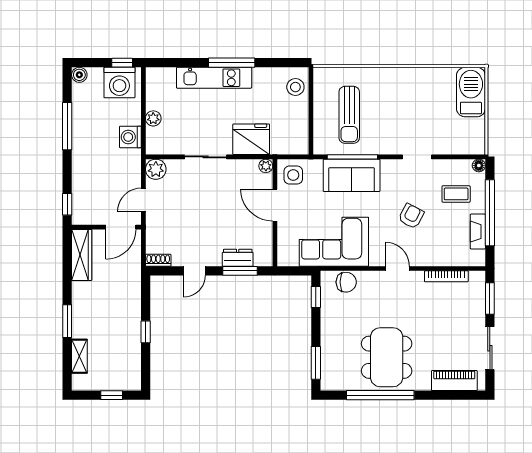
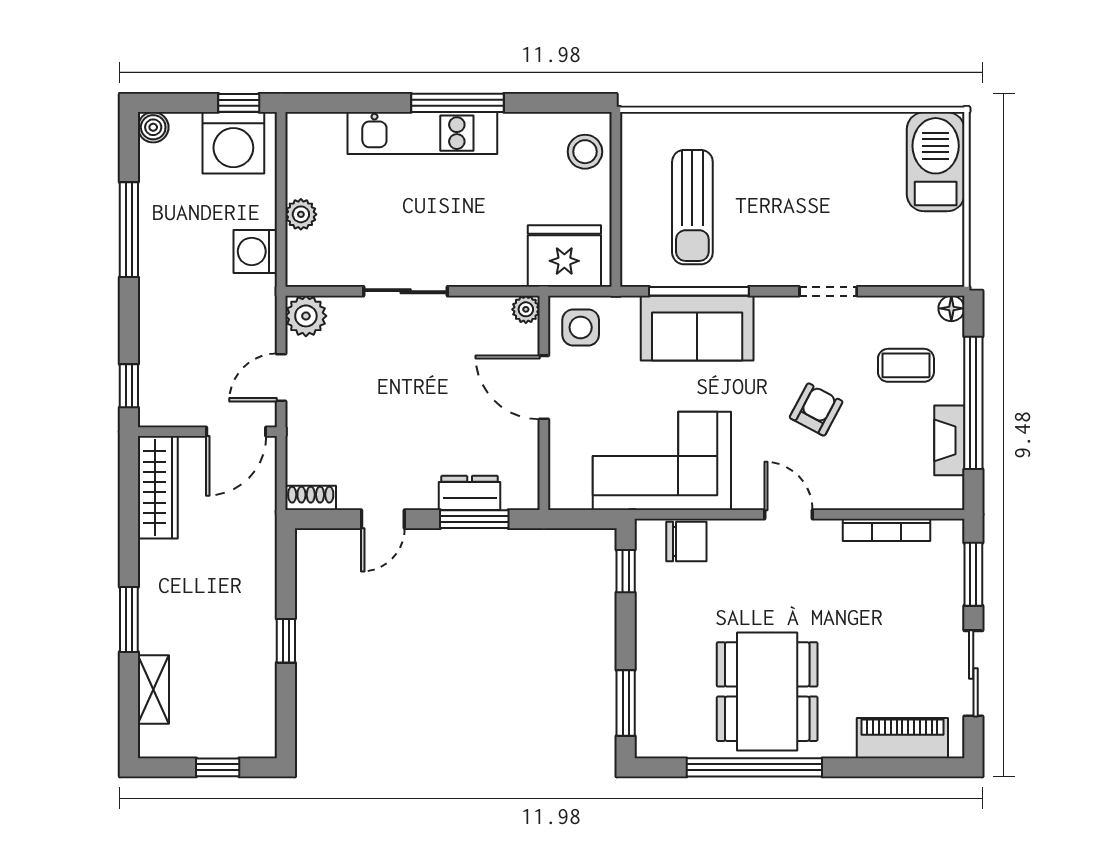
fridge: (251, 139) -> (564, 256), moved

